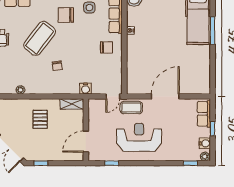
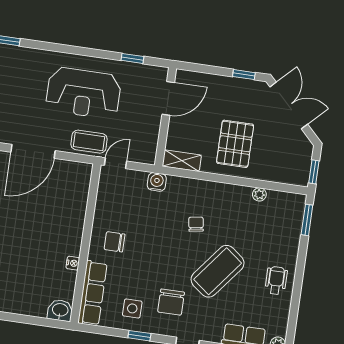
chair: (66, 15) -> (171, 302), turned 90
pallet: (40, 119) -> (235, 144), width x1.50, depth x1.42

